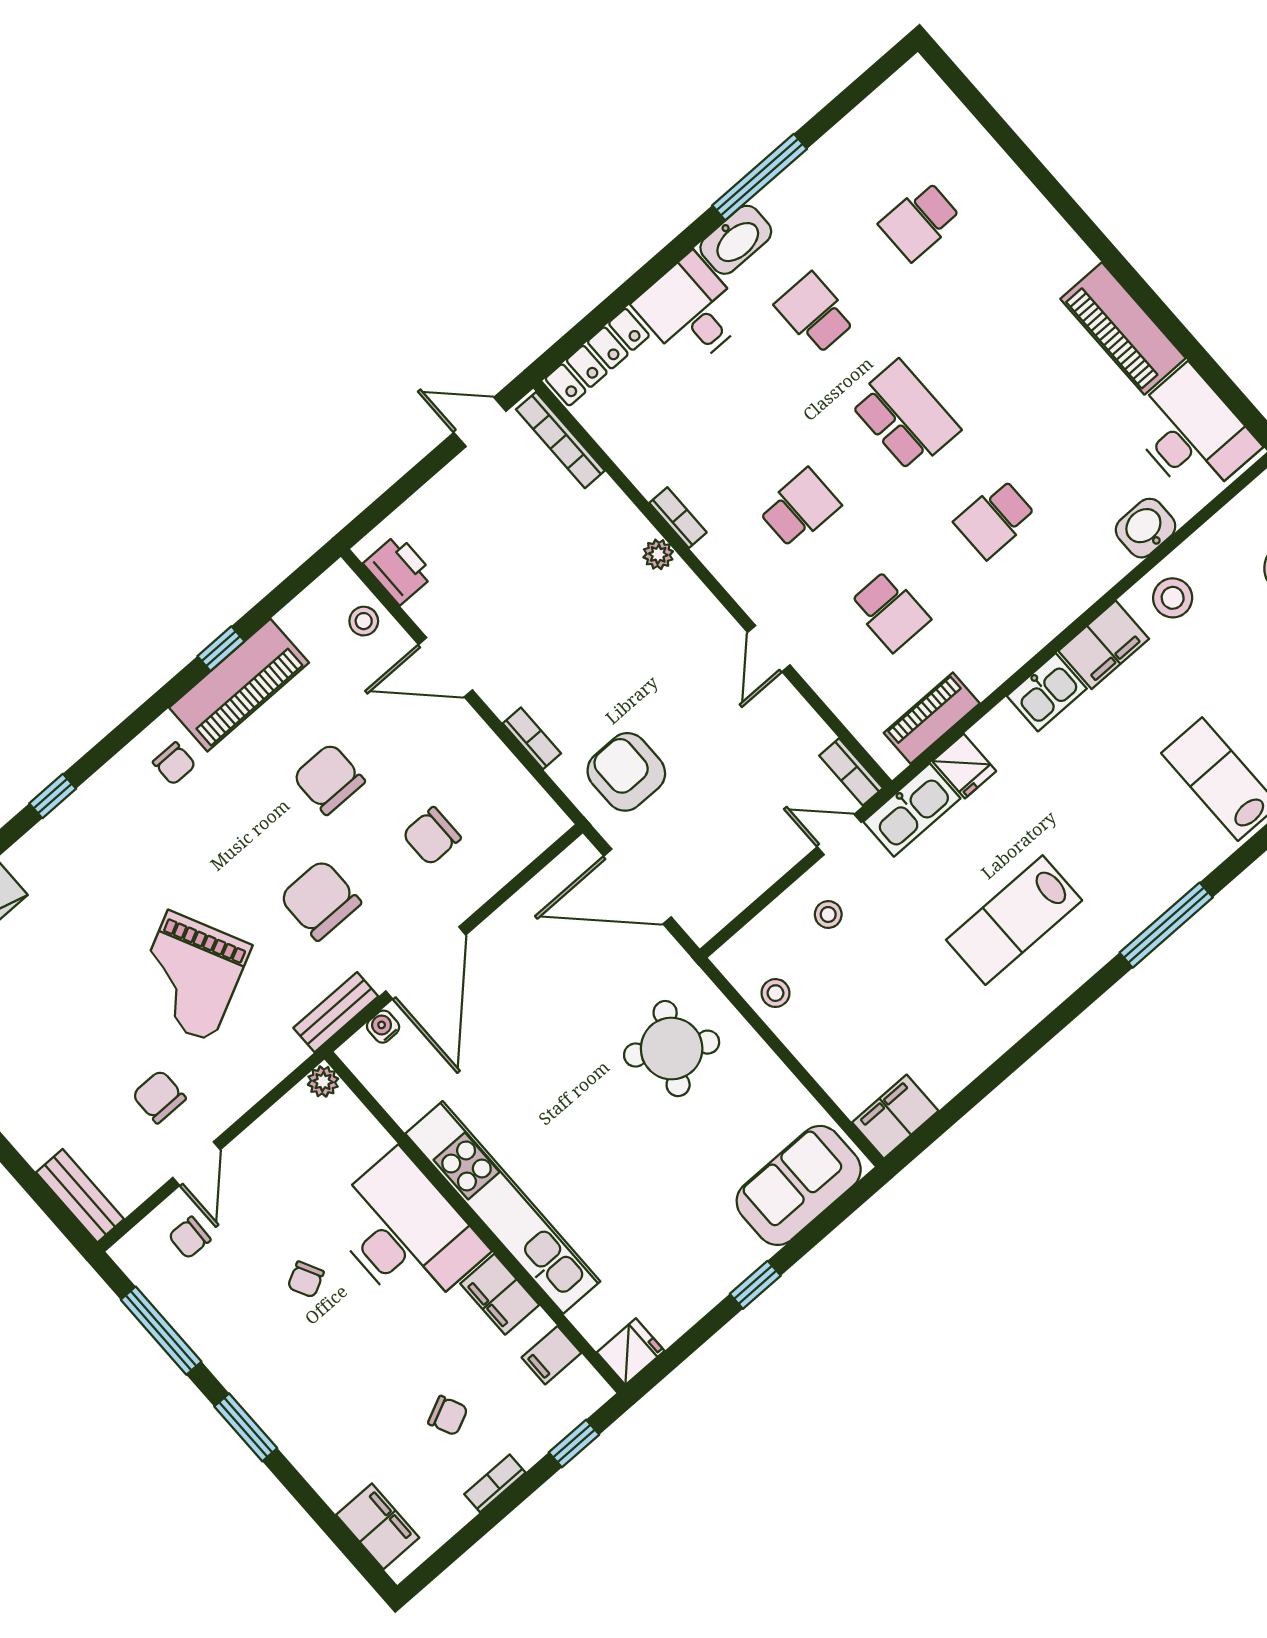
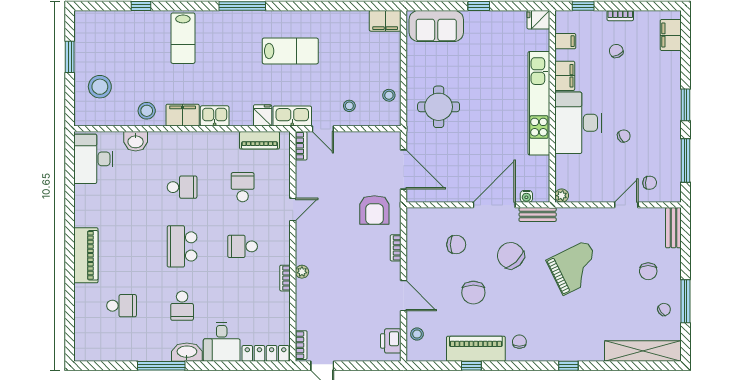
piano: (1123, 328) -> (86, 255), moved
bookcase: (560, 440) -> (301, 345), width x0.64
chair: (320, 900) -> (511, 256), turned 137
round table: (672, 1049) -> (439, 107), turned -31
chair: (159, 1097) -> (648, 271), moved

